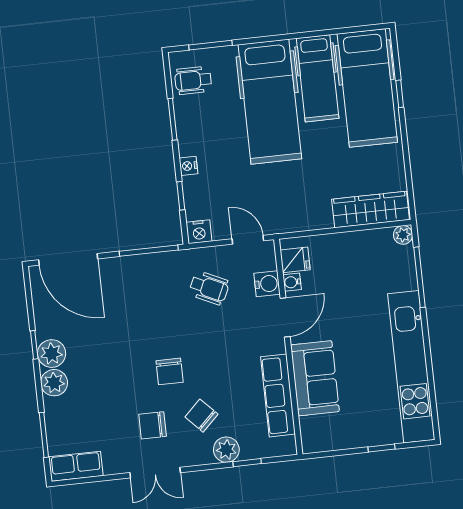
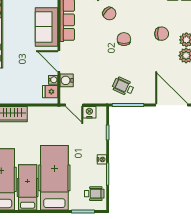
nightstand: (188, 166) -> (102, 159), moved
nightstand: (199, 232) -> (89, 112), moved
wheelchair: (209, 288) -> (123, 86), moved
door: (285, 317) -> (59, 61), hinge flipped
chair: (153, 425) -> (162, 34), moved

